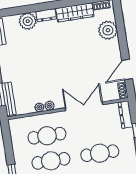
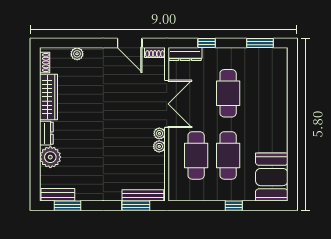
plant: (108, 30) -> (77, 54), width x0.53, depth x0.53
double door: (84, 106) -> (167, 104), swing flipped
plant: (39, 107) -> (159, 133), moved

